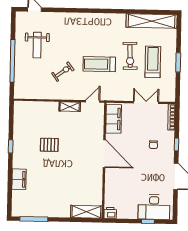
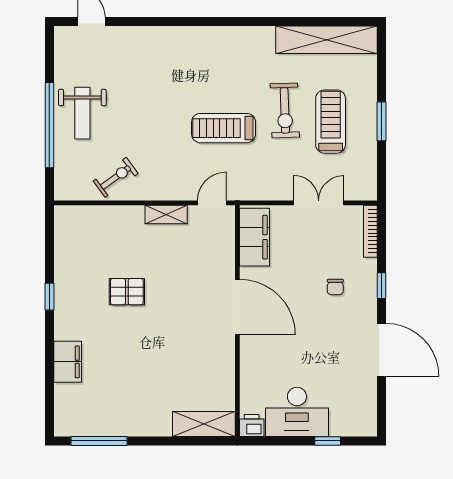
weight bench: (37, 45) -> (82, 113), moved
exercise bike: (63, 72) -> (116, 177), moved
desk: (154, 207) -> (297, 412), moved

